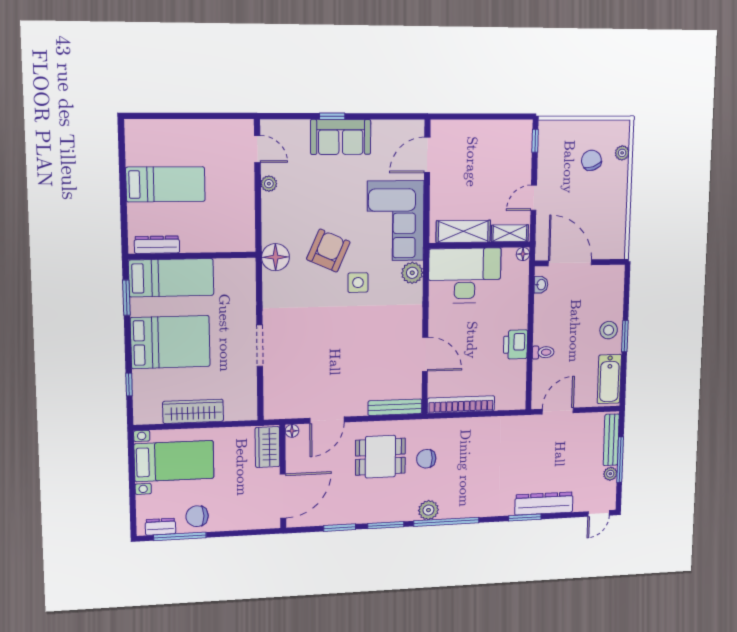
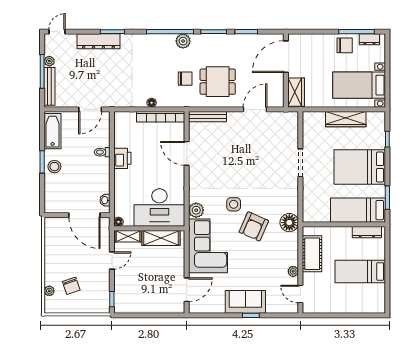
cot: (240, 211) -> (312, 254), added
floor lamp: (292, 431) -> (152, 103), moved

